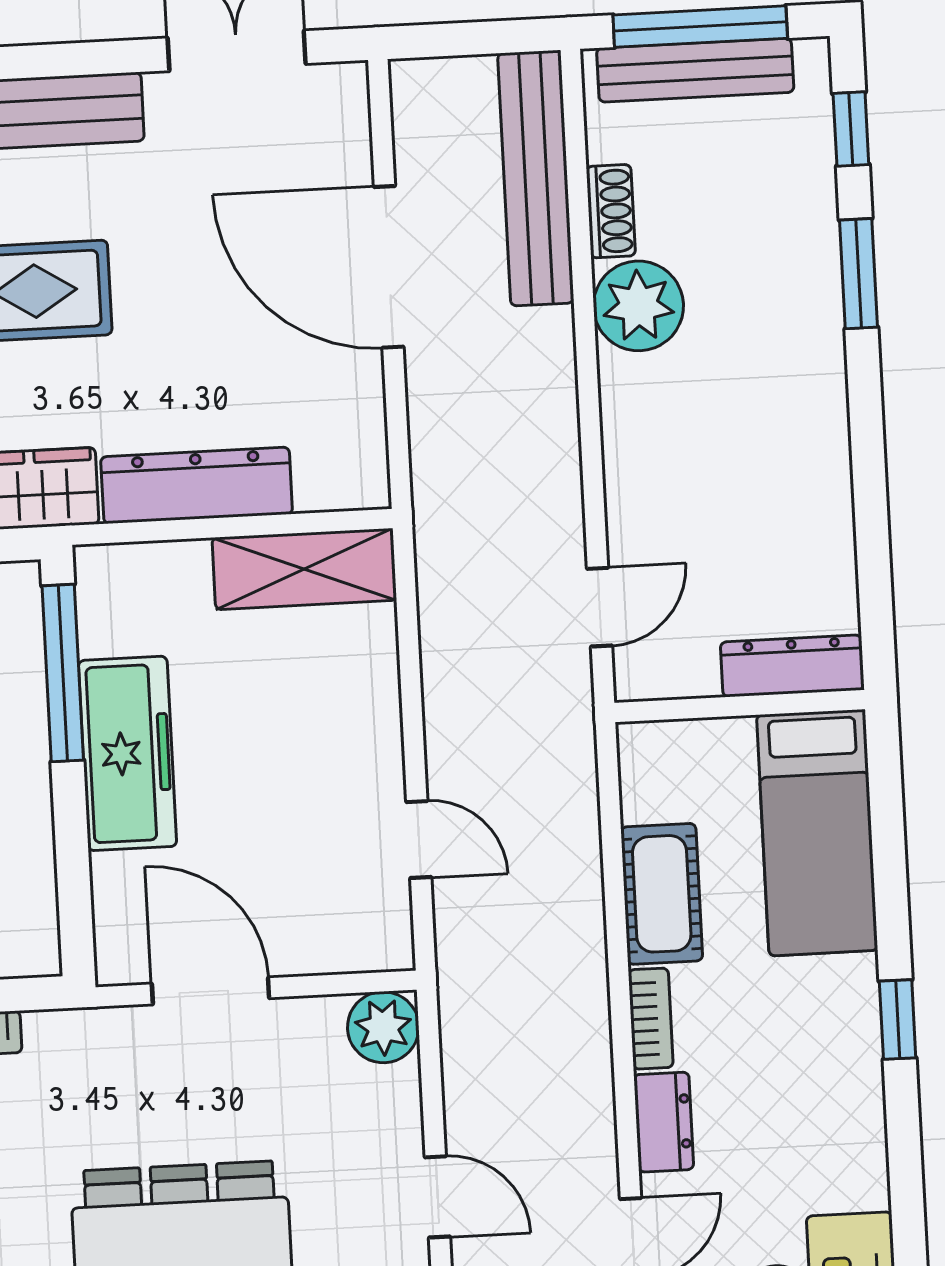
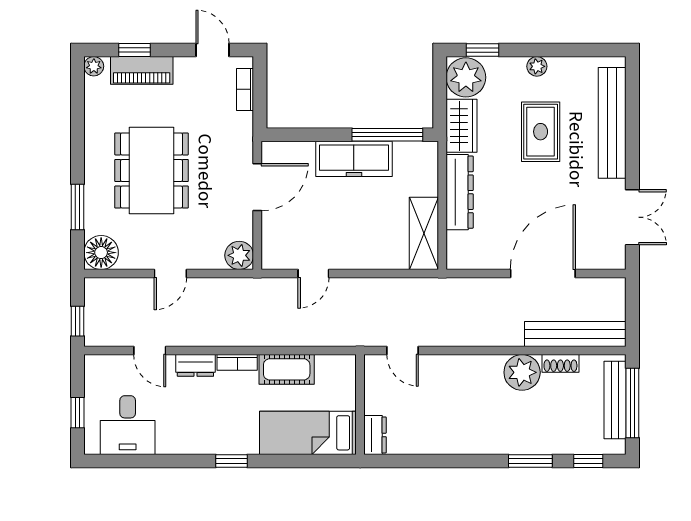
dresser: (792, 666) -> (375, 435), width x0.70

